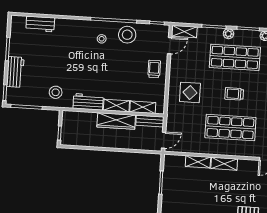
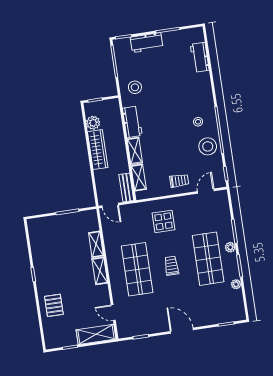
shelving: (184, 32) -> (223, 203), removed
door: (170, 46) -> (206, 191), swing flipped
wardrobe: (116, 121) -> (98, 150), moved, turned 180
plant: (81, 140) -> (93, 123), added

